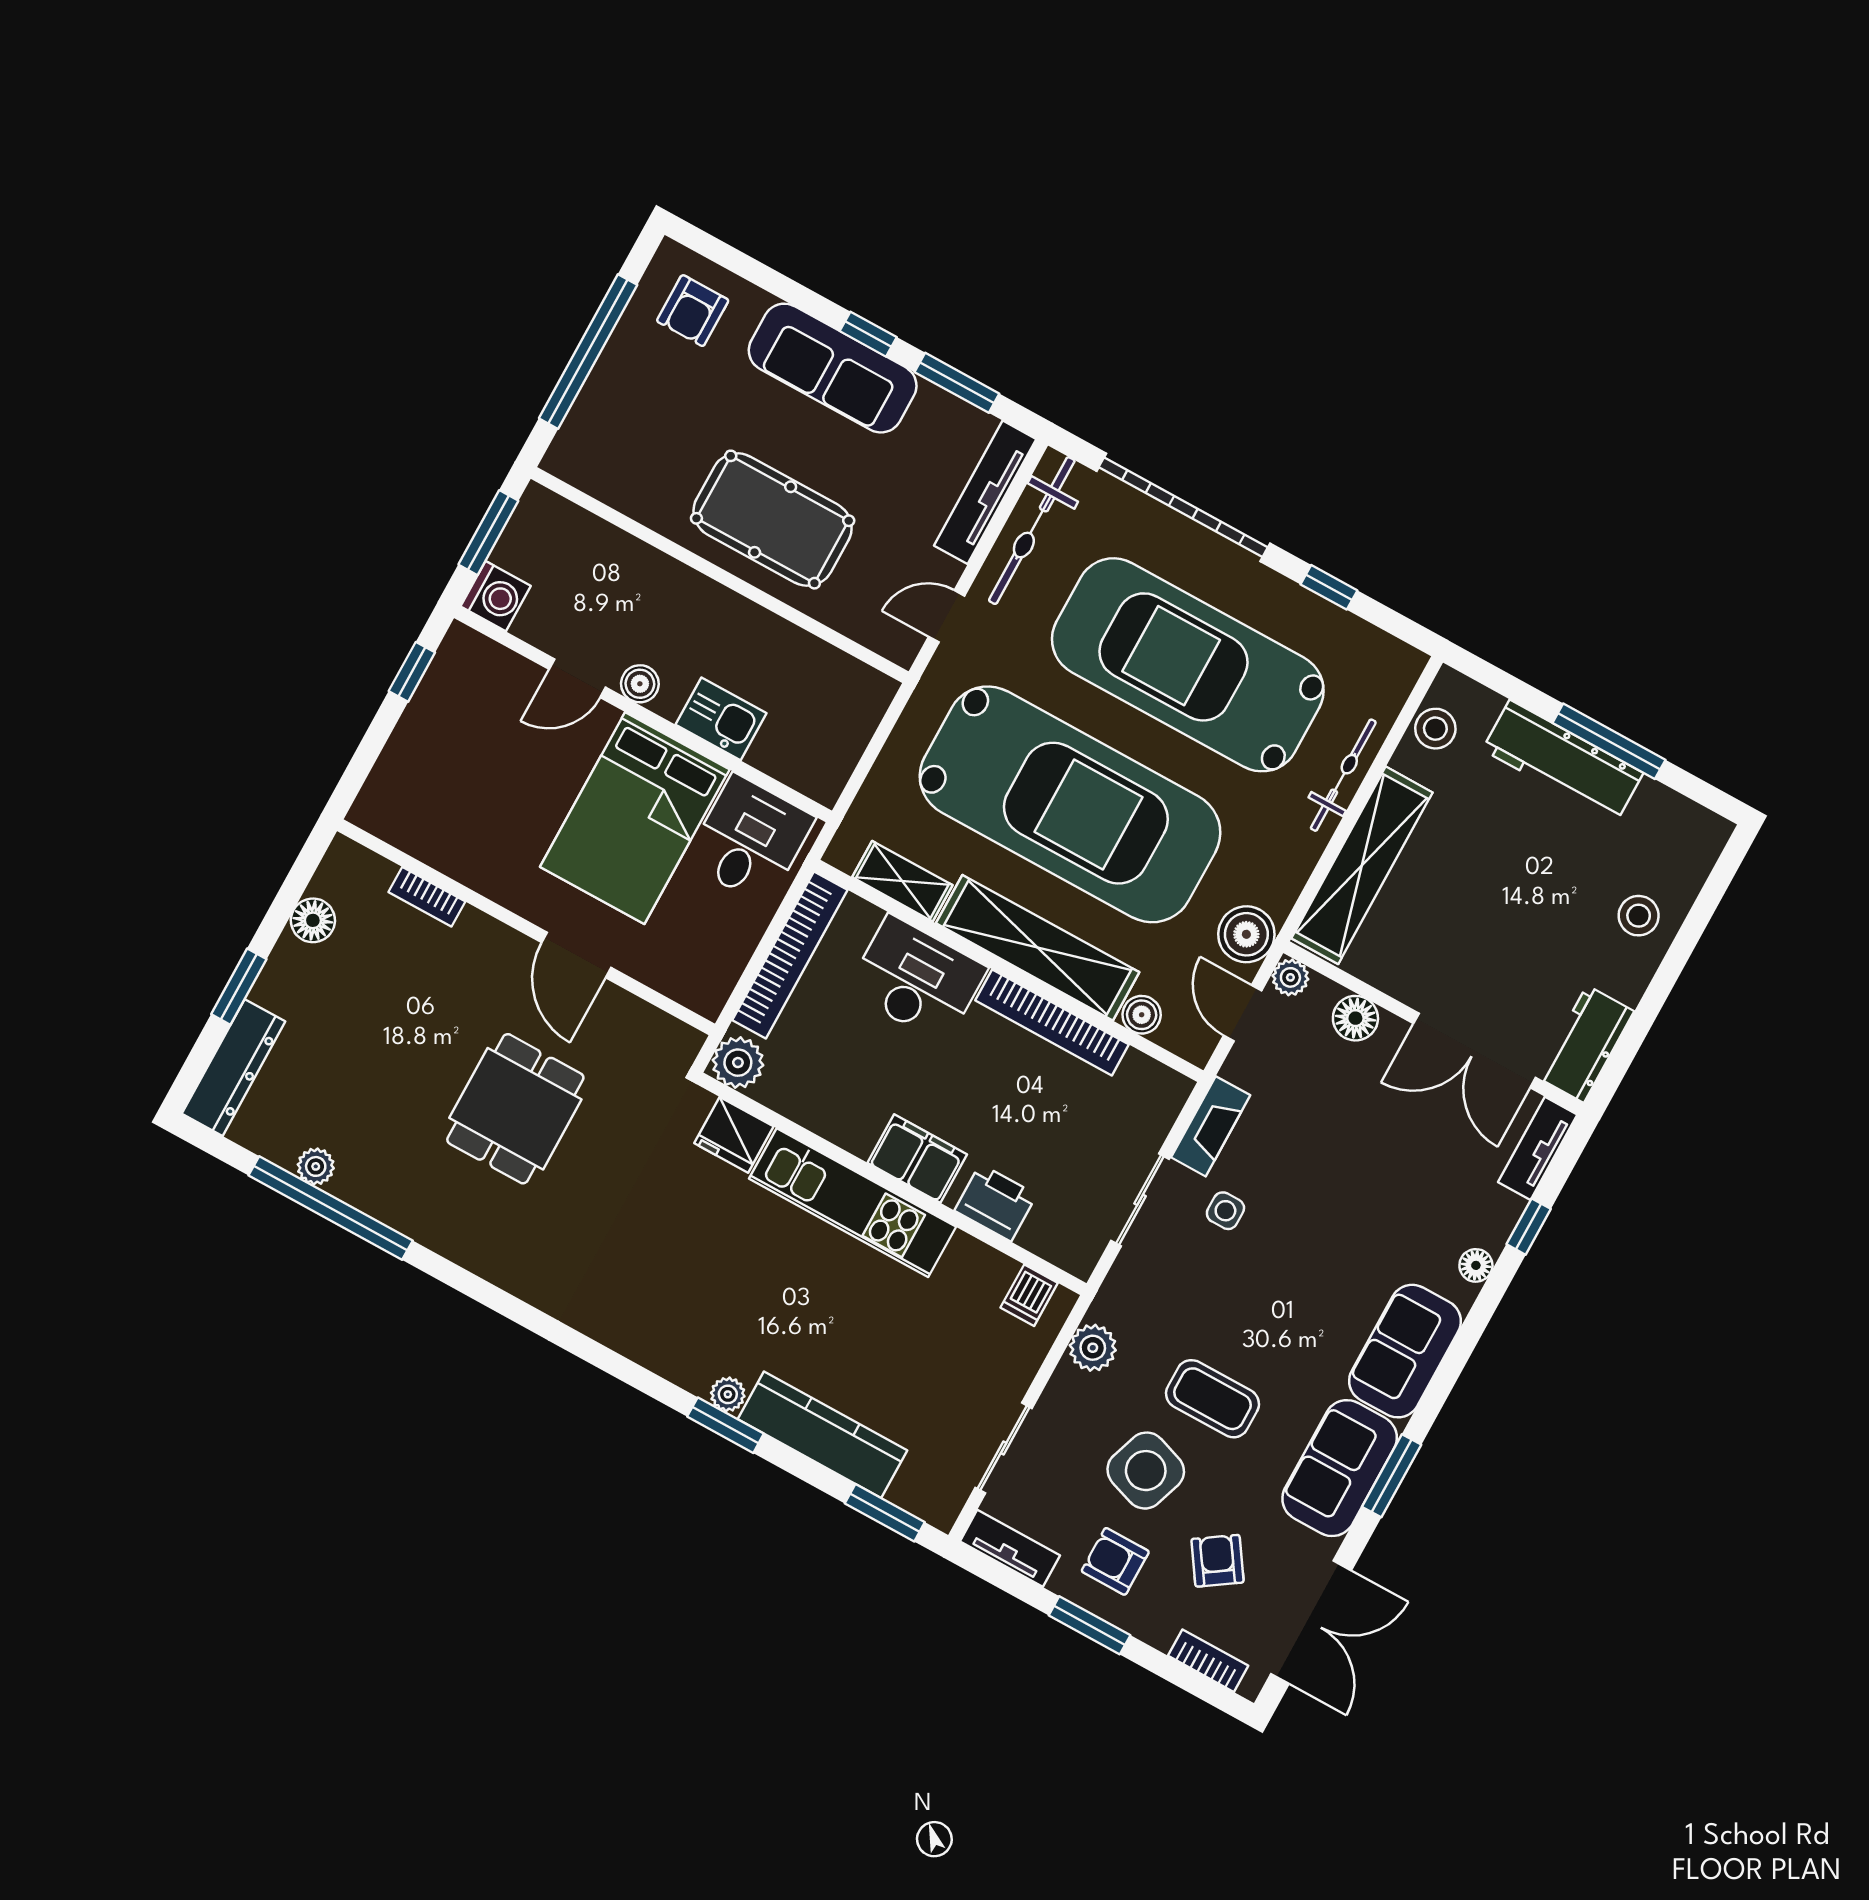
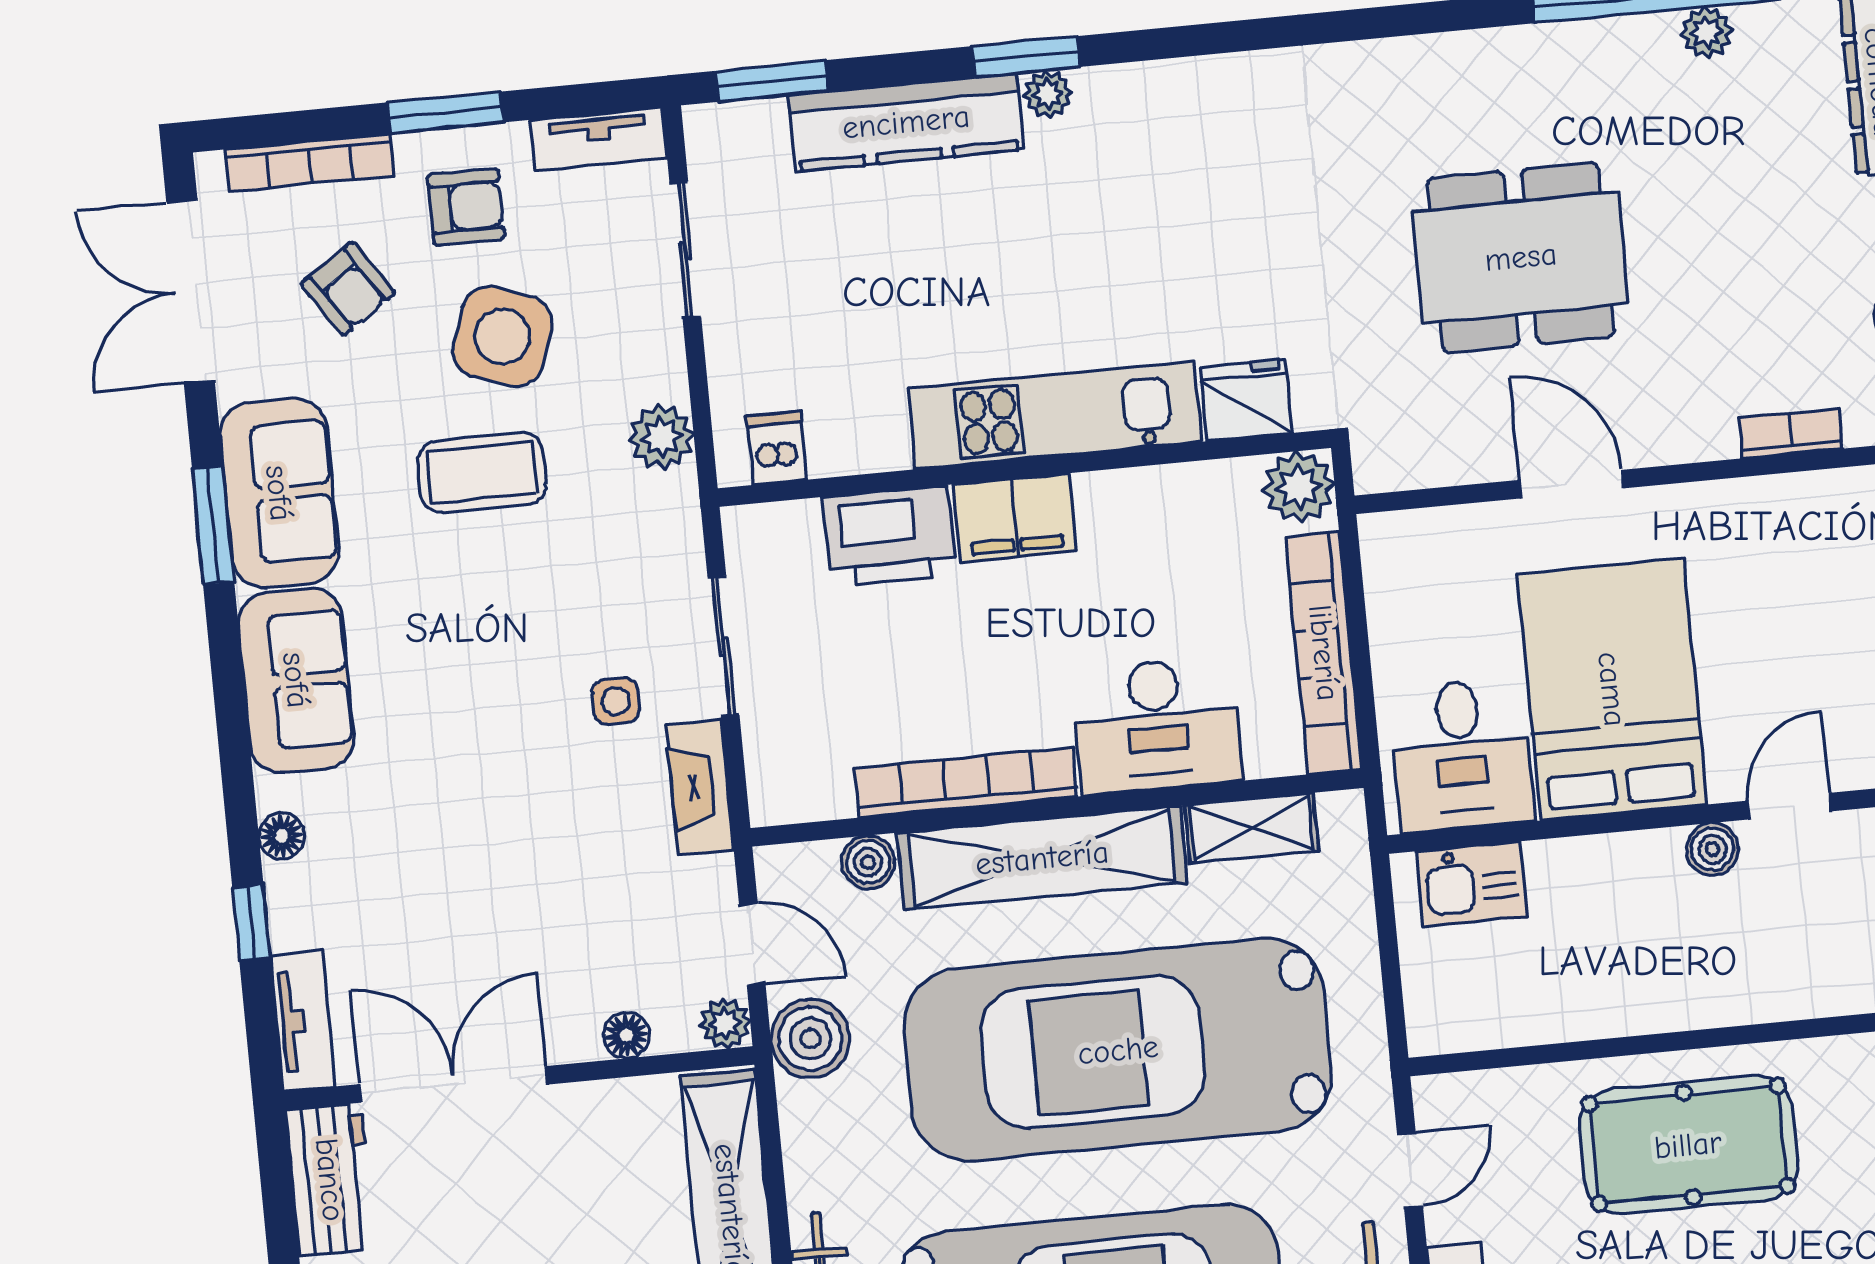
kitchen sink: (721, 719) -> (1471, 884), moved
floor lamp: (1355, 1018) -> (627, 1035), width x0.73, depth x0.73
dining table: (515, 1109) -> (1521, 257), width x1.37
printer: (996, 1203) -> (890, 536), width x1.37, depth x1.19
bookcase: (1208, 1661) -> (309, 162), width x1.56

